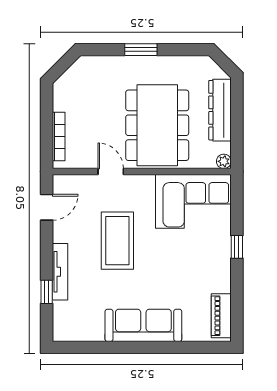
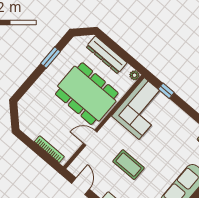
window: (141, 50) -> (50, 57), moved
coffee table: (117, 241) -> (129, 165), width x0.73, depth x0.76
window: (237, 247) -> (166, 91), moved

